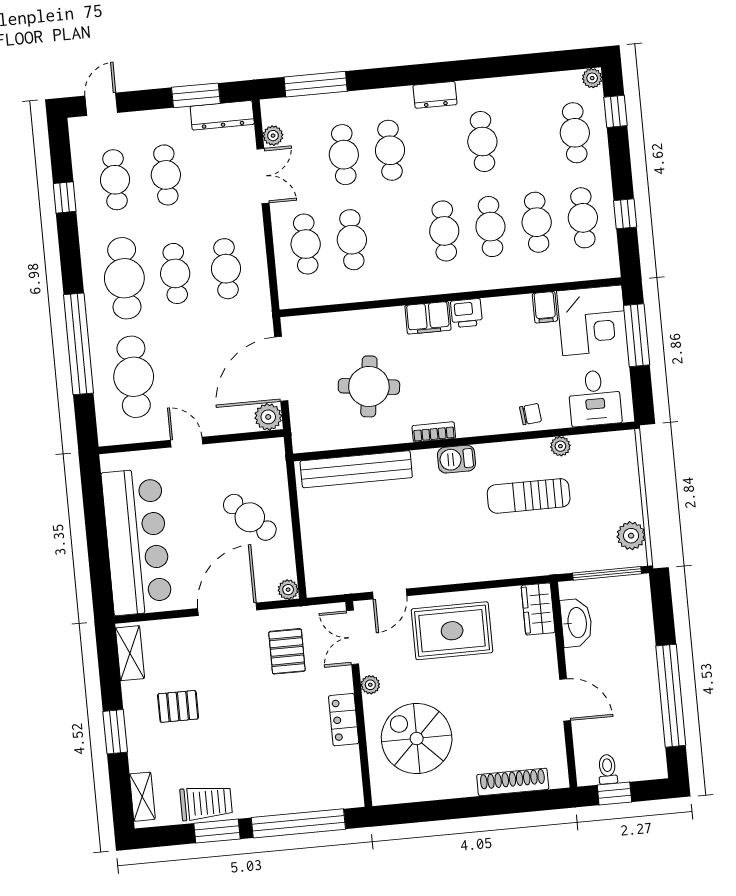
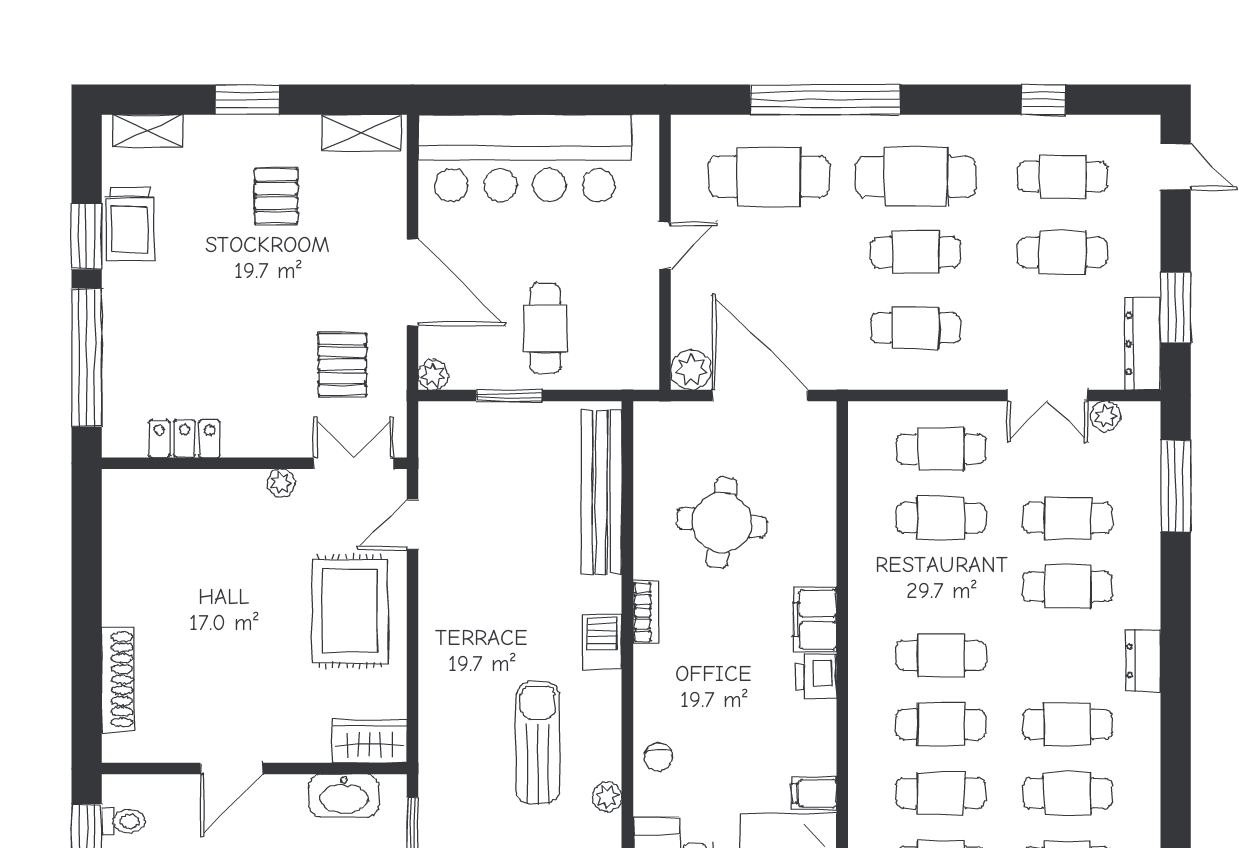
cafe table: (529, 137) -> (1068, 793), added
cafe table: (250, 517) -> (545, 328), turned -44
window: (297, 537) -> (509, 395), added
door: (390, 594) -> (413, 524), hinge flipped
pallet: (287, 651) -> (342, 365), turned 90
locker: (344, 720) -> (185, 439), moved
spiral stairs: (417, 739) -> (195, 544), removed

